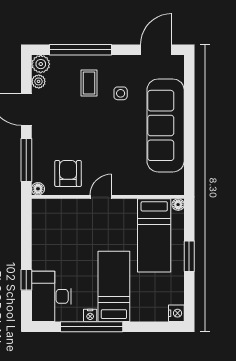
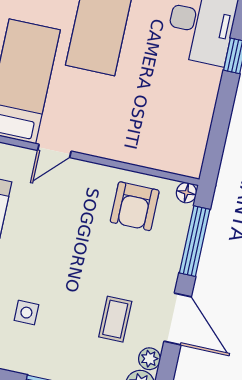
coffee table: (89, 83) -> (115, 319), moved
door: (101, 197) -> (54, 151), moved

